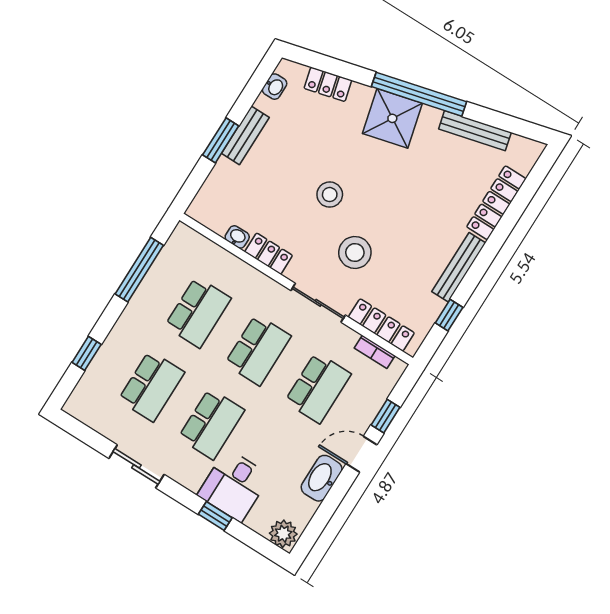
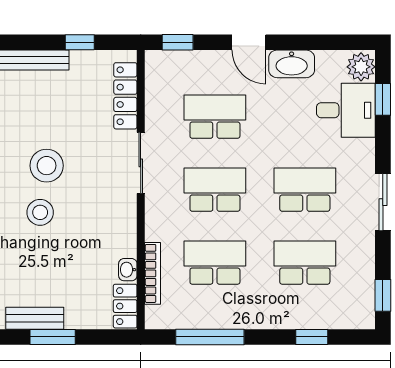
stool: (355, 252) -> (47, 166), moved
locker: (269, 254) -> (125, 306), moved
bookcase: (375, 352) -> (152, 273), moved, width x1.56
window: (386, 416) -> (178, 42), moved
window: (84, 433) -> (383, 295), added
sliding door: (136, 466) -> (383, 202), moved
desk: (234, 485) -> (346, 110), moved
window: (215, 516) -> (383, 99), moved

